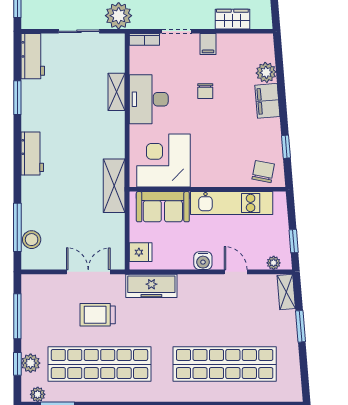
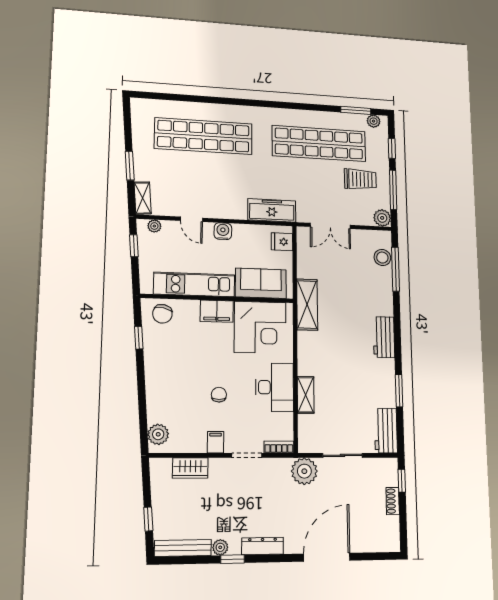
plant: (266, 72) -> (158, 434), moved
filing cabinet: (267, 101) -> (217, 311), moved, turned 95
trolley: (98, 315) -> (360, 179), moved
plant: (31, 363) -> (382, 218), moved

